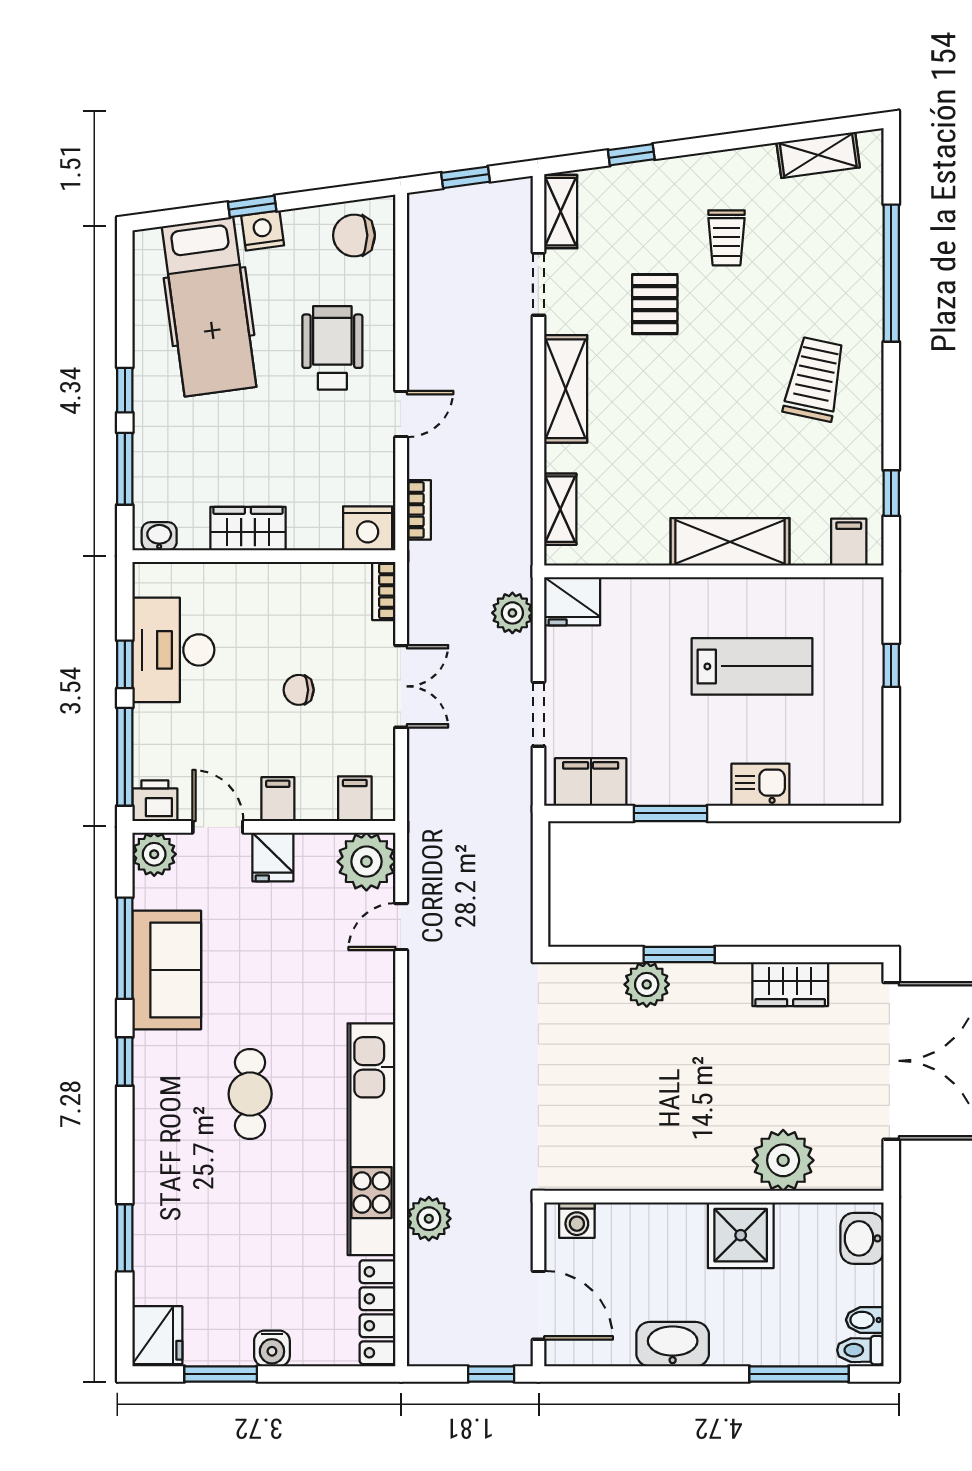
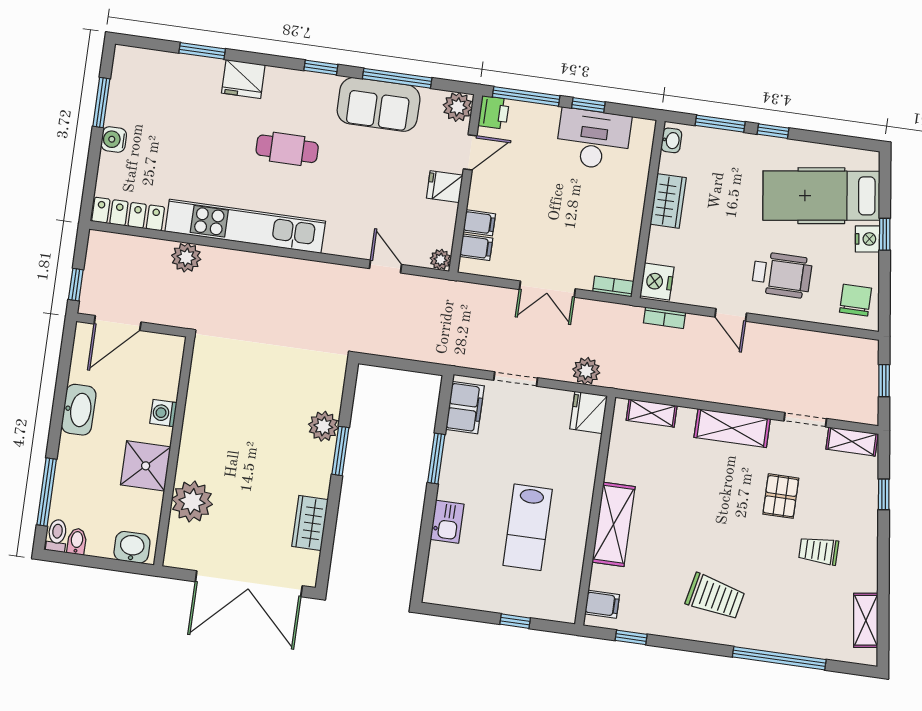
pallet: (655, 304) -> (781, 496), turned 90
chair: (299, 690) -> (555, 220), removed
filing cabinet: (278, 799) -> (479, 223), moved
plant: (366, 862) -> (441, 260), width x0.53, depth x0.53
washing machine: (577, 1220) -> (163, 413), moved
fridge: (157, 1335) -> (243, 79), moved

